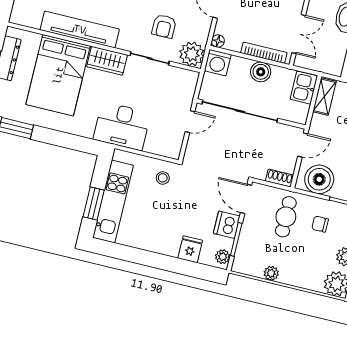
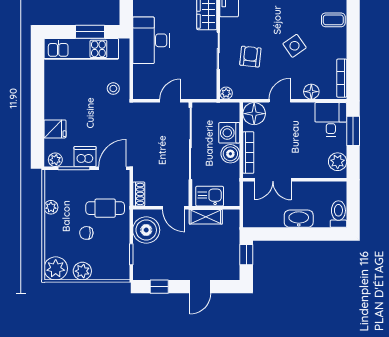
armchair: (164, 26) -> (250, 57), turned 96
floor lamp: (218, 41) -> (254, 114), width x1.89, depth x1.89
plant: (192, 54) -> (226, 93), width x0.53, depth x0.53
washing machine: (218, 63) -> (229, 133), moved
kitchen sink: (304, 88) -> (210, 196), moved
shelving: (324, 96) -> (206, 217), moved
door: (190, 122) -> (170, 101), swing flipped
window: (94, 204) -> (90, 32), moved
chair: (320, 224) -> (86, 233), moved, turned -87

